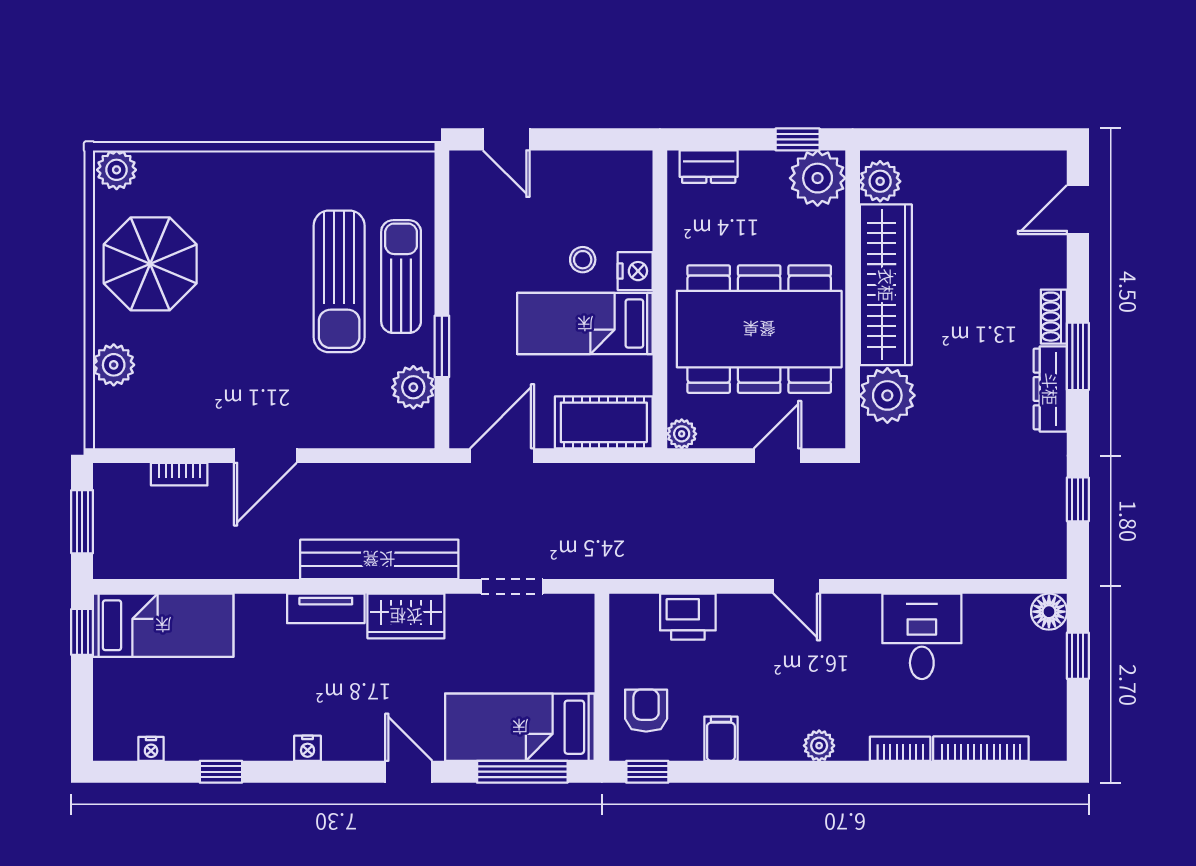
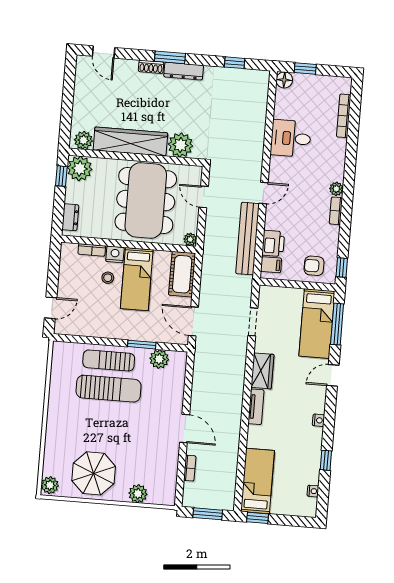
bookcase: (641, 219) -> (92, 250), added
bench: (379, 559) -> (247, 239), moved
filing cabinet: (721, 739) -> (271, 265), moved, turned 180
bookcase: (900, 749) -> (336, 211), moved

